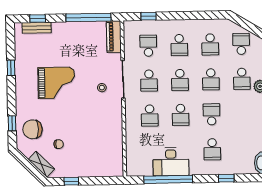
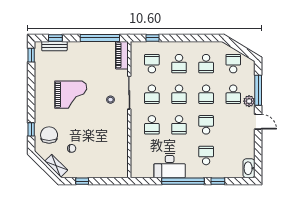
window: (11, 68) -> (31, 55), moved
chair: (32, 129) -> (49, 135), turned 90
school desk: (212, 149) -> (206, 155), turned 180
window: (168, 179) -> (183, 181), moved

